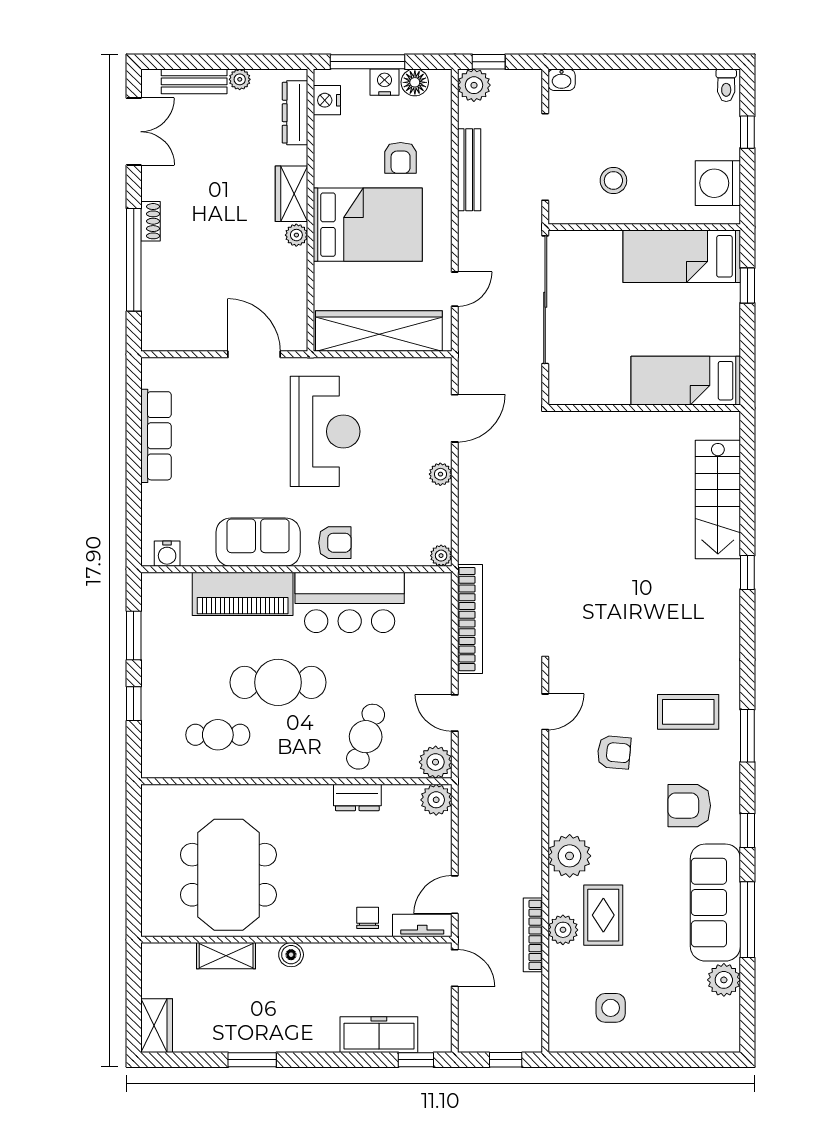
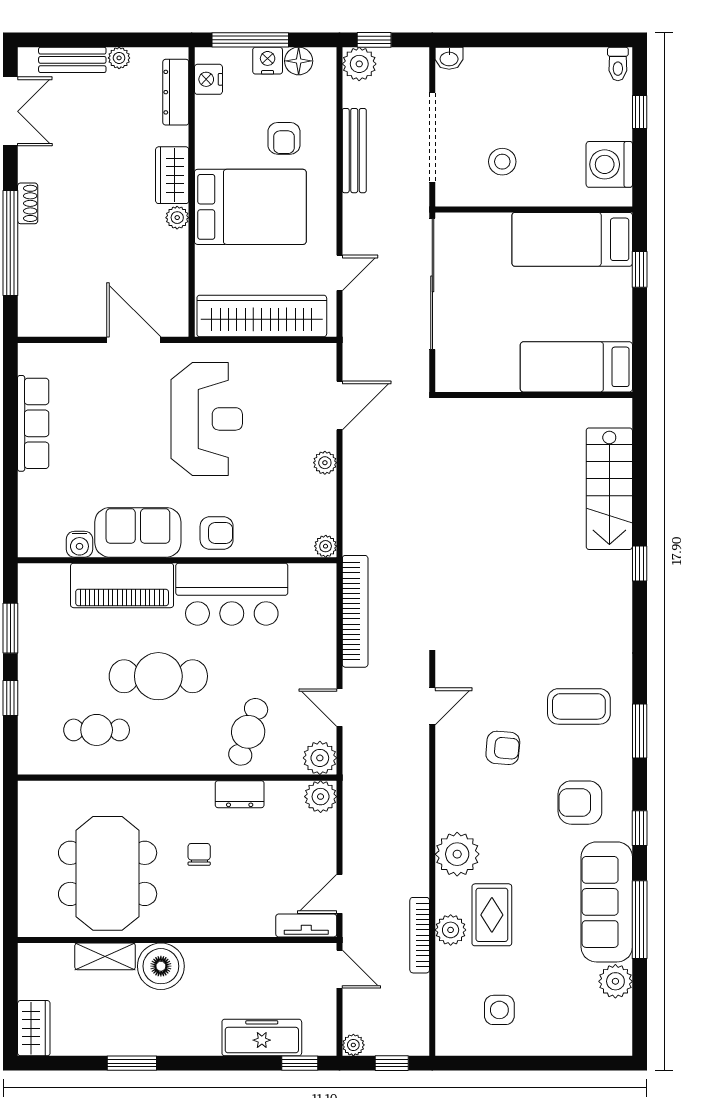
water cooler: (167, 554) -> (79, 544), moved
chair: (368, 918) -> (199, 854), moved
boiler: (291, 955) -> (161, 966), width x1.86, depth x1.86
plant: (468, 1042) -> (353, 1045), added

